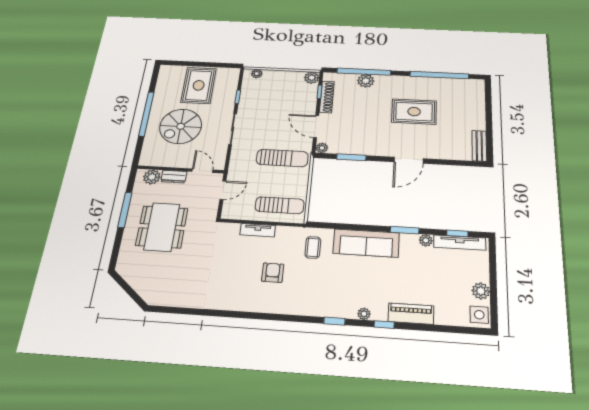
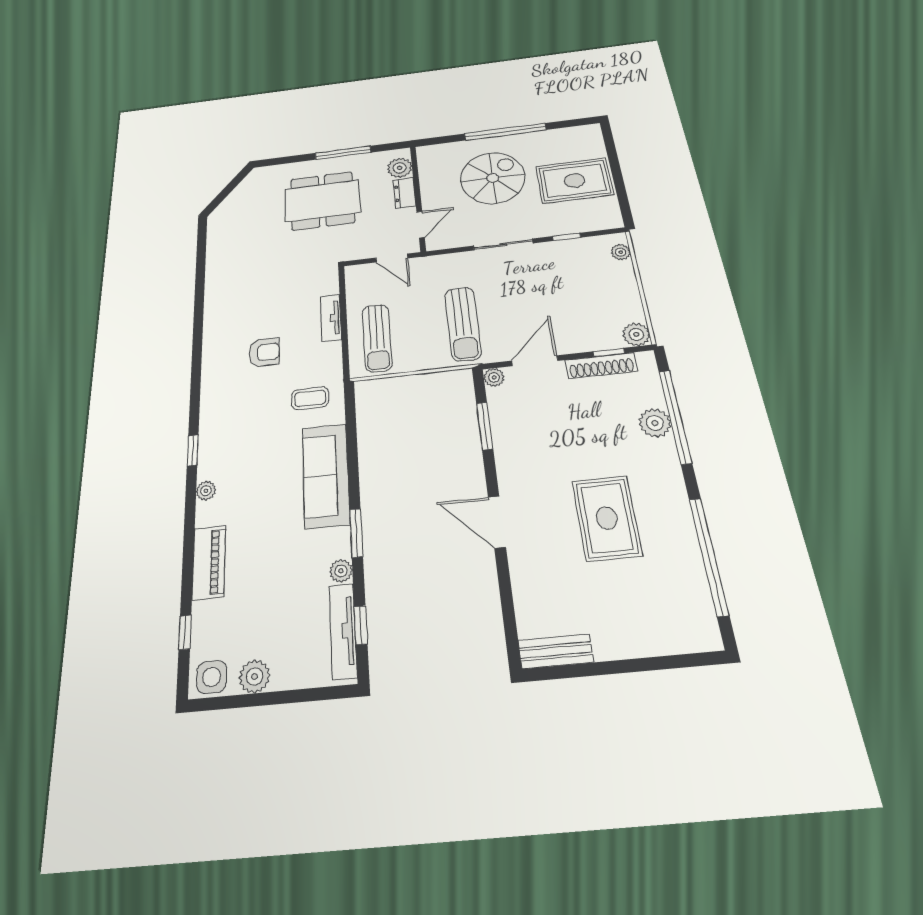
spiral stairs: (181, 126) -> (493, 178), turned 90
window: (384, 325) -> (185, 632), moved

